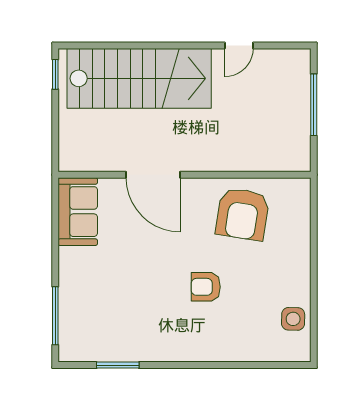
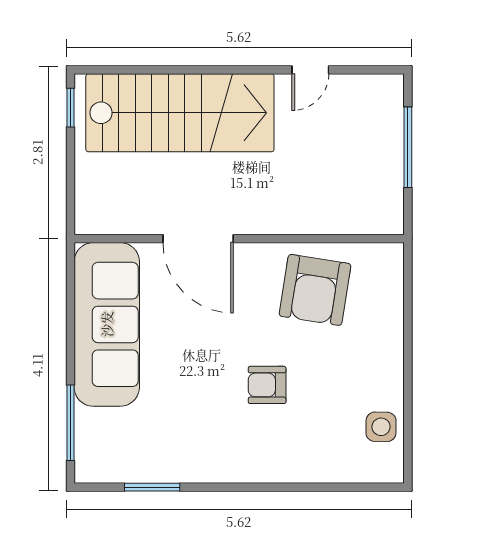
sofa: (78, 212) -> (107, 324), width x1.85, depth x1.27

